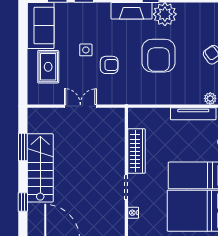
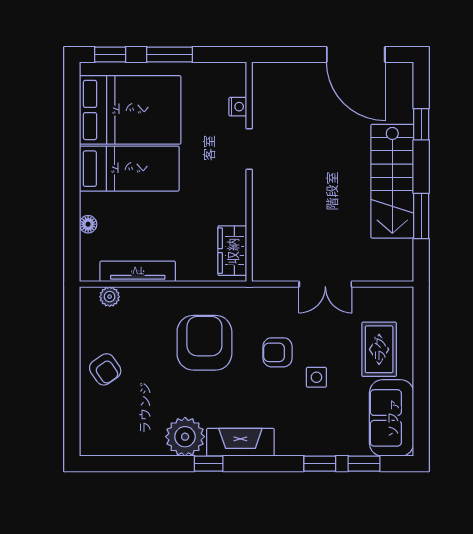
armchair: (159, 56) -> (204, 343), moved
wardrobe: (136, 151) -> (232, 251), moved, width x0.67

